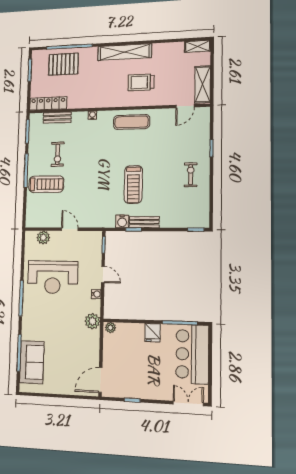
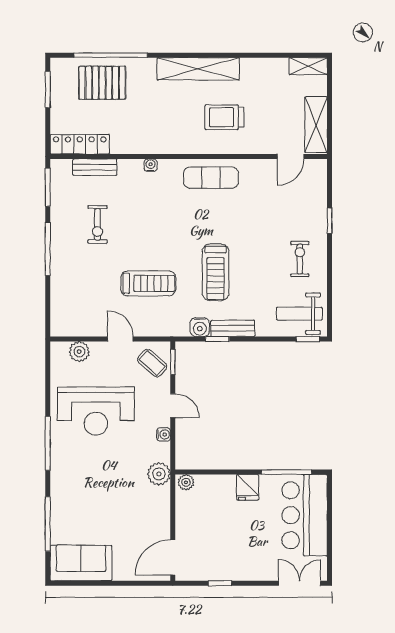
treadmill: (46, 184) -> (148, 283), moved
weight bench: (190, 212) -> (299, 314), added
coffee table: (90, 245) -> (152, 363), added
sofa: (32, 362) -> (81, 563), moved, turned -90

